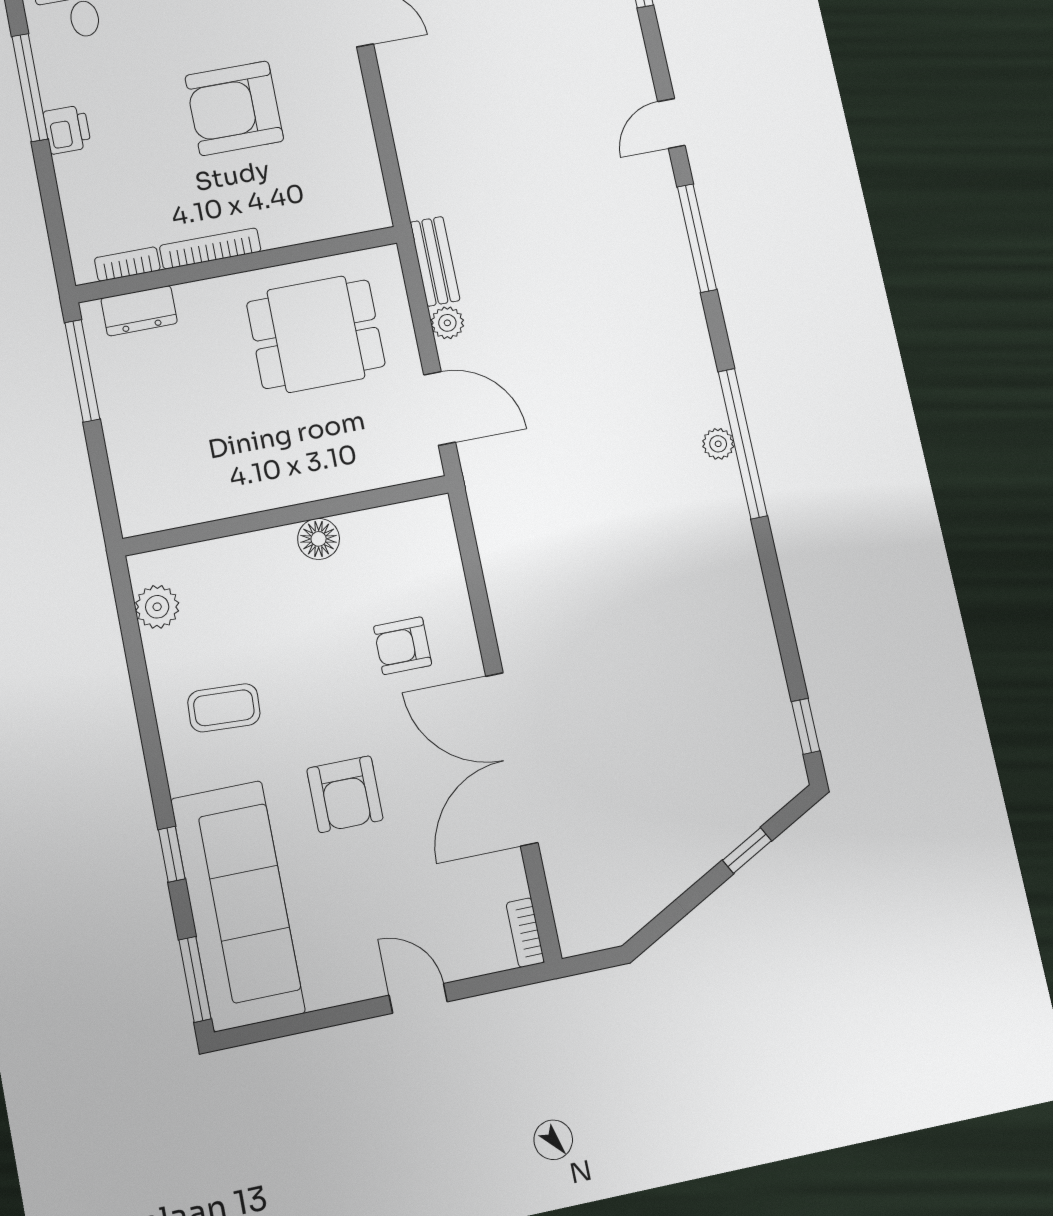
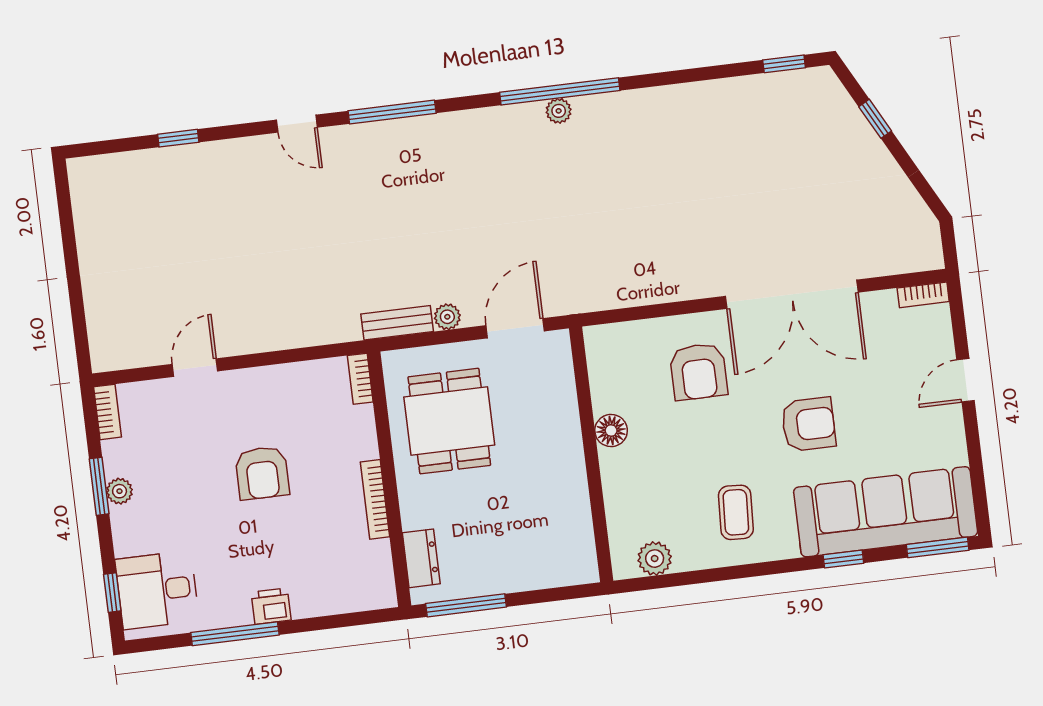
armchair: (234, 108) -> (262, 473), width x0.73, depth x0.73
bookcase: (127, 264) -> (360, 379), moved
armchair: (403, 646) -> (699, 372), width x1.38, depth x1.38

